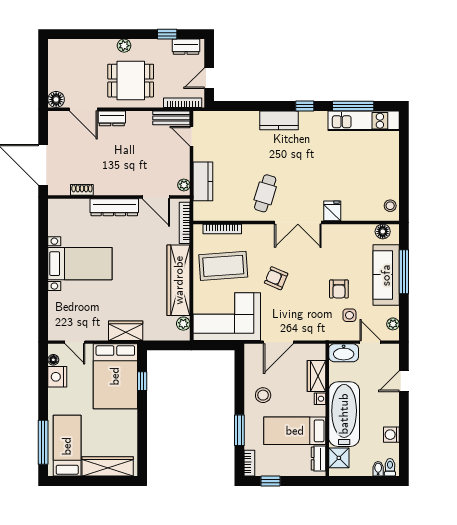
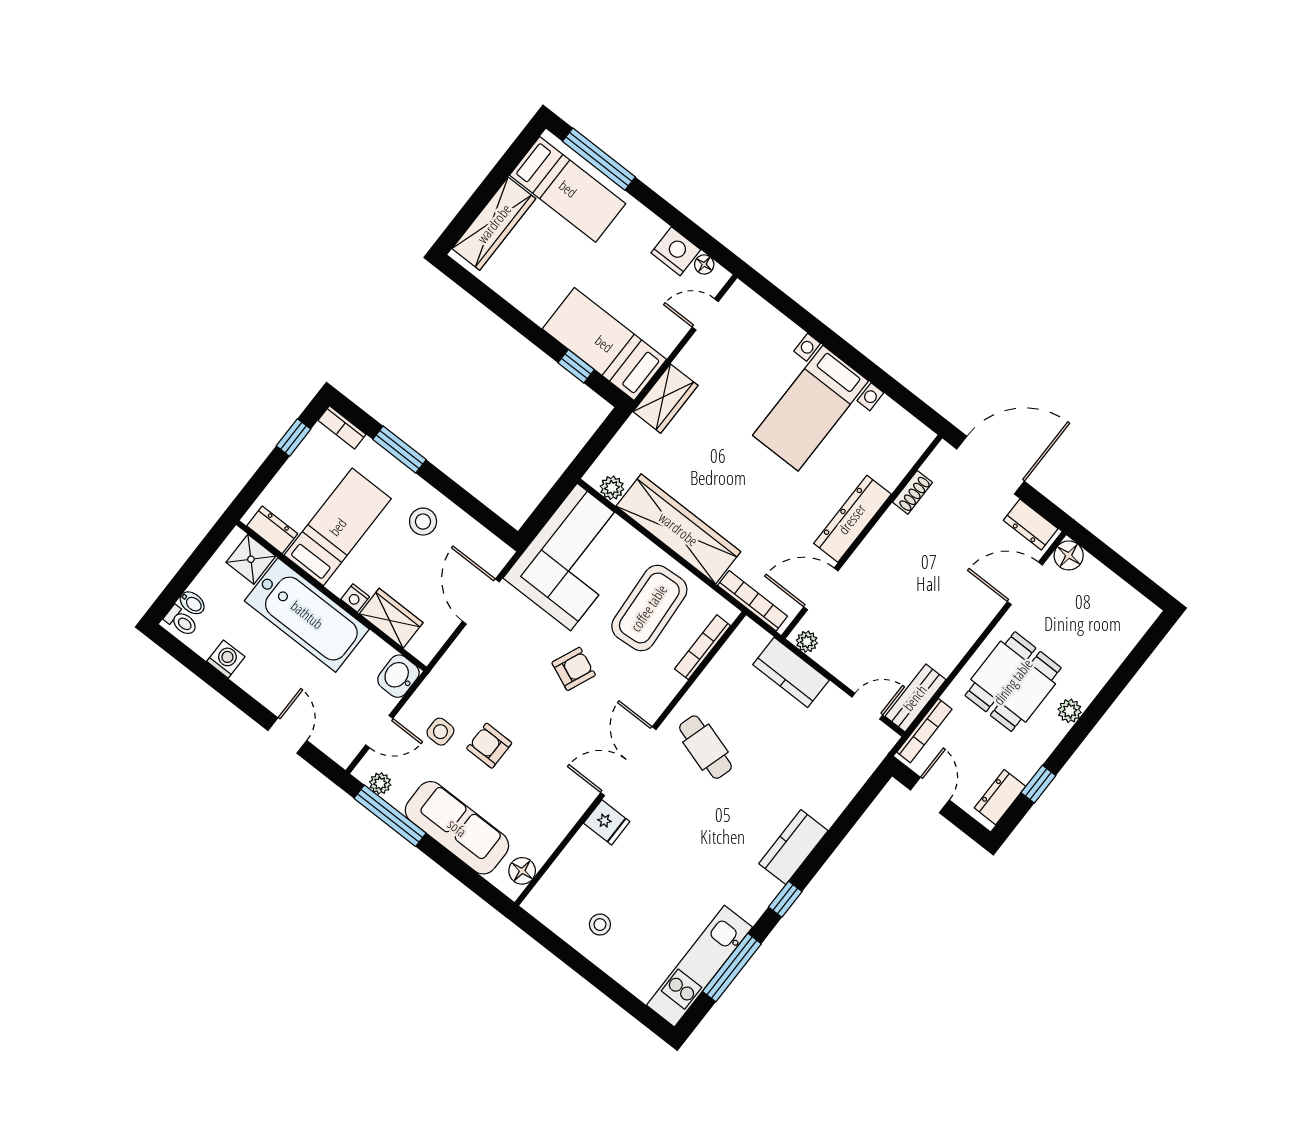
dresser: (112, 118) -> (1031, 525), moved, turned -90
stool: (390, 206) -> (600, 925), moved
window: (404, 272) -> (390, 816), moved
washbasin: (344, 353) -> (398, 676), width x0.72
bed: (115, 376) -> (604, 344), width x0.67

